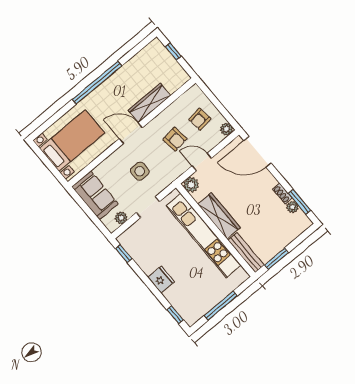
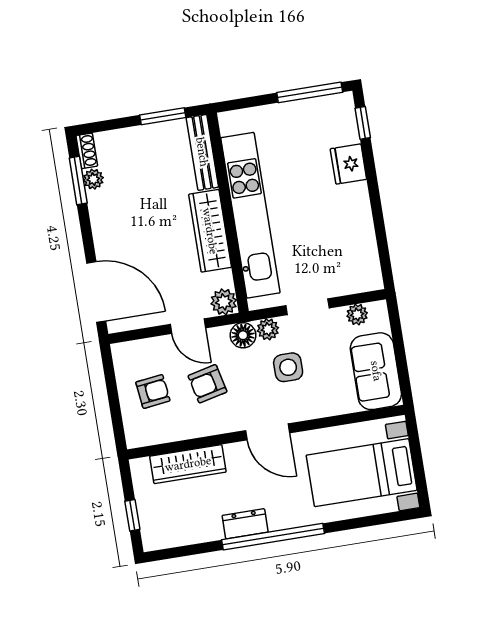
dresser: (115, 81) -> (245, 524), added
wardrobe: (149, 103) -> (188, 464), moved
plant: (226, 129) -> (268, 329), moved
armchair: (175, 139) -> (207, 384), turned -96
floor lamp: (172, 174) -> (243, 335), added
shoe rack: (282, 193) -> (87, 151), moved
window: (124, 254) -> (385, 259), removed
fridge: (161, 280) -> (348, 164), moved
window: (221, 306) -> (310, 92), moved

